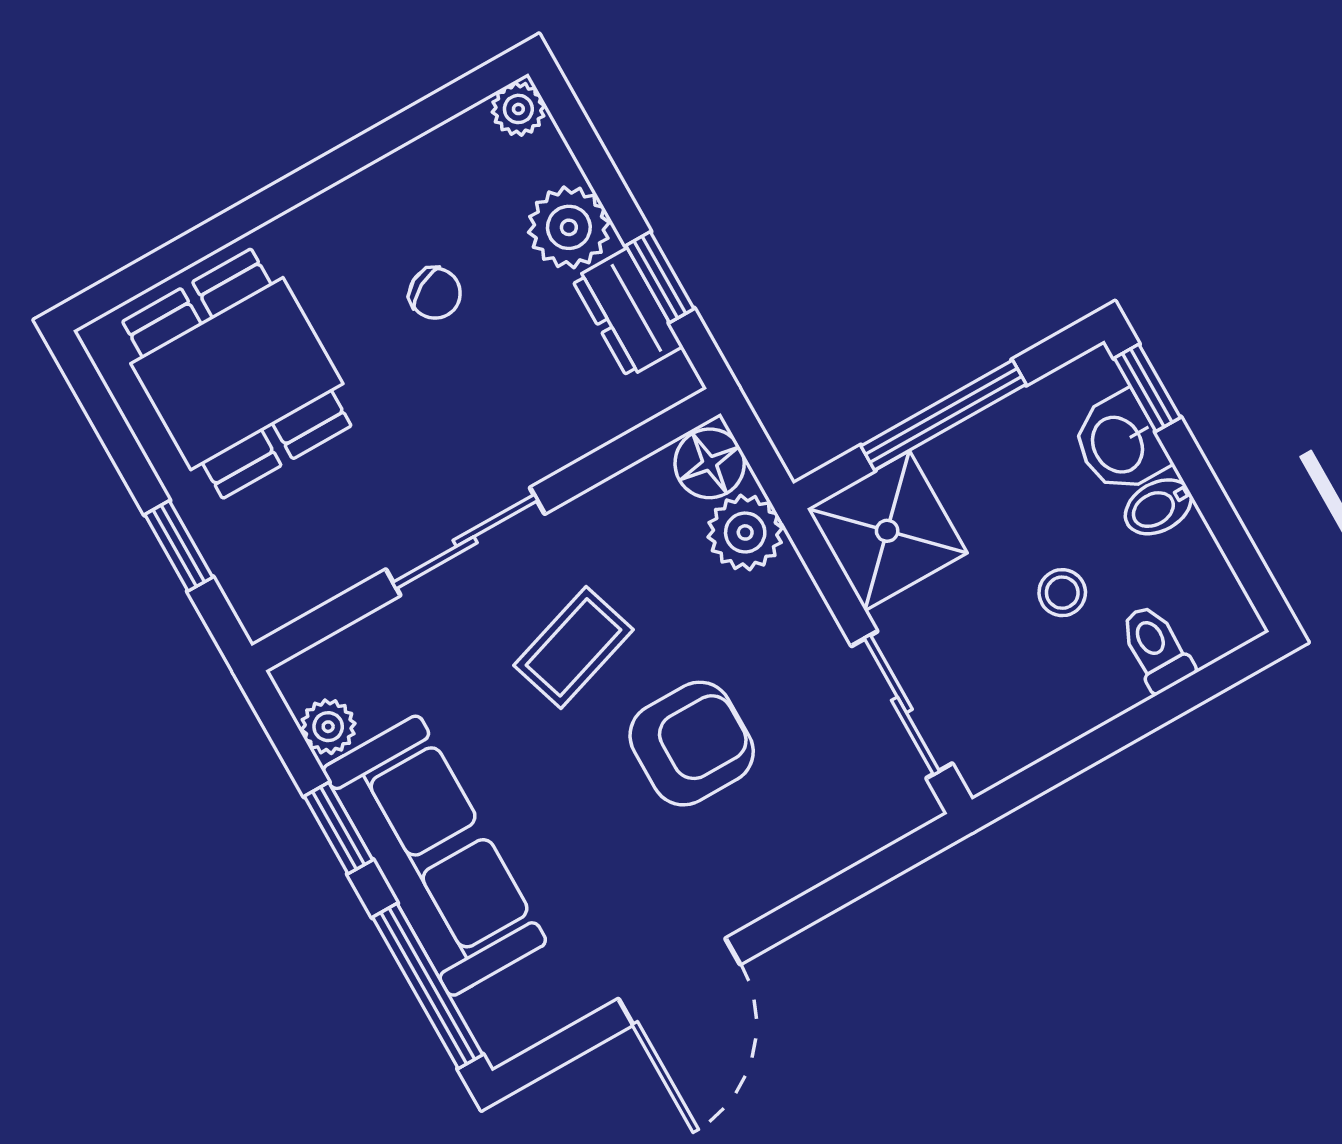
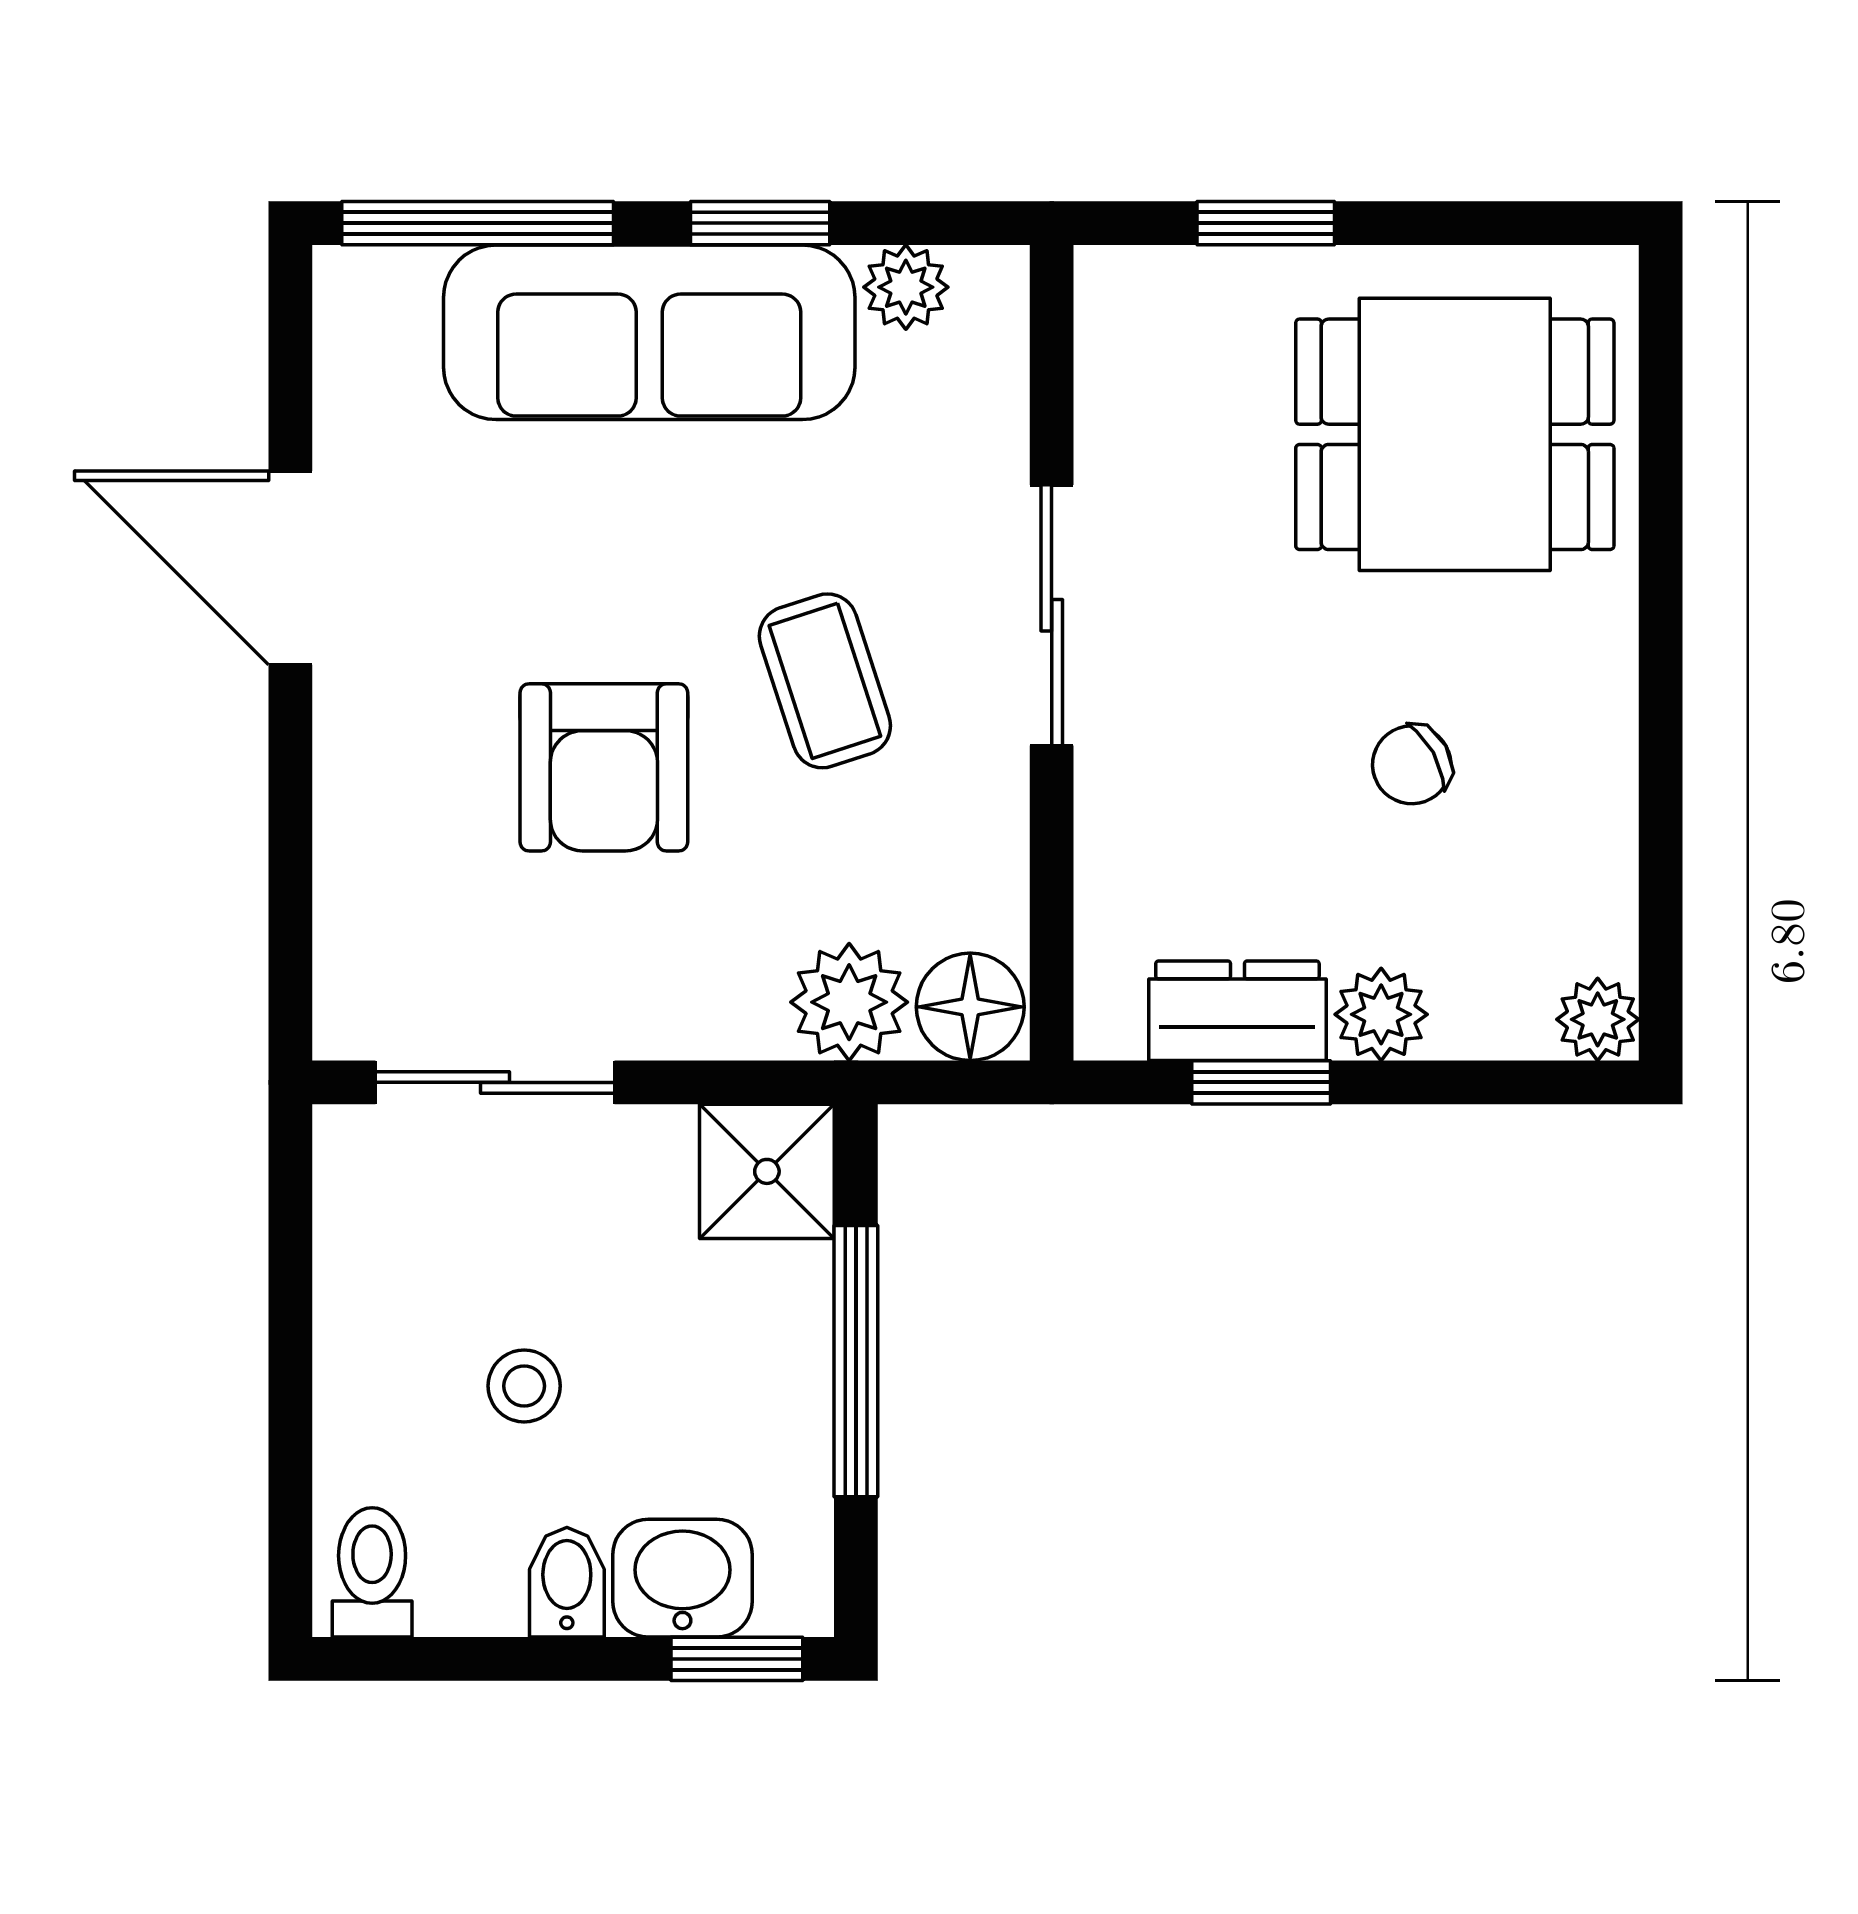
plant: (569, 227) -> (1381, 1014), width x0.73, depth x0.73
shower: (887, 531) -> (767, 1171), width x0.73, depth x0.73
toilet: (1156, 648) -> (372, 1572), moved, turned -90

